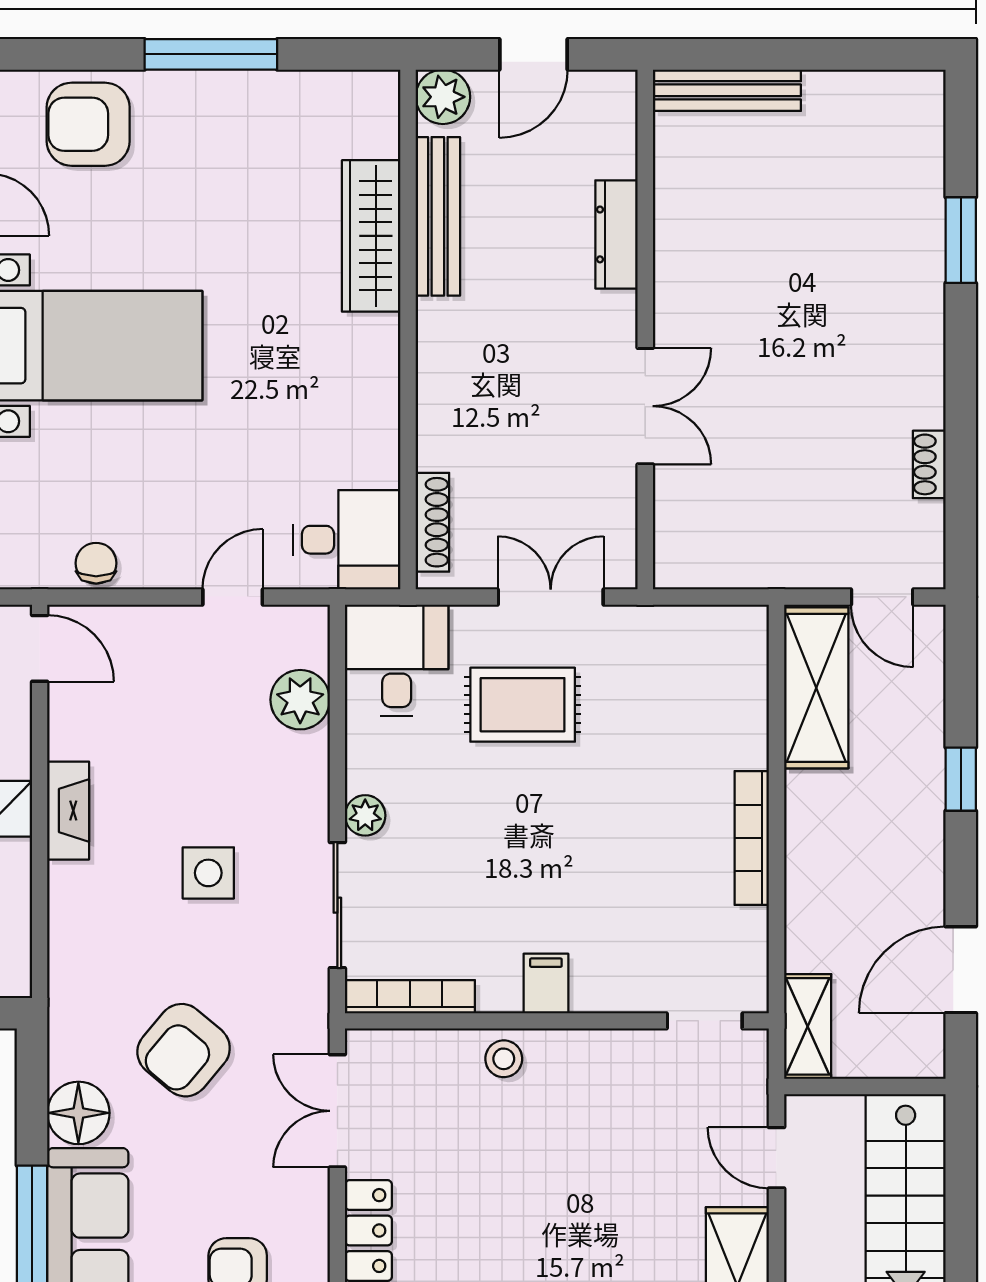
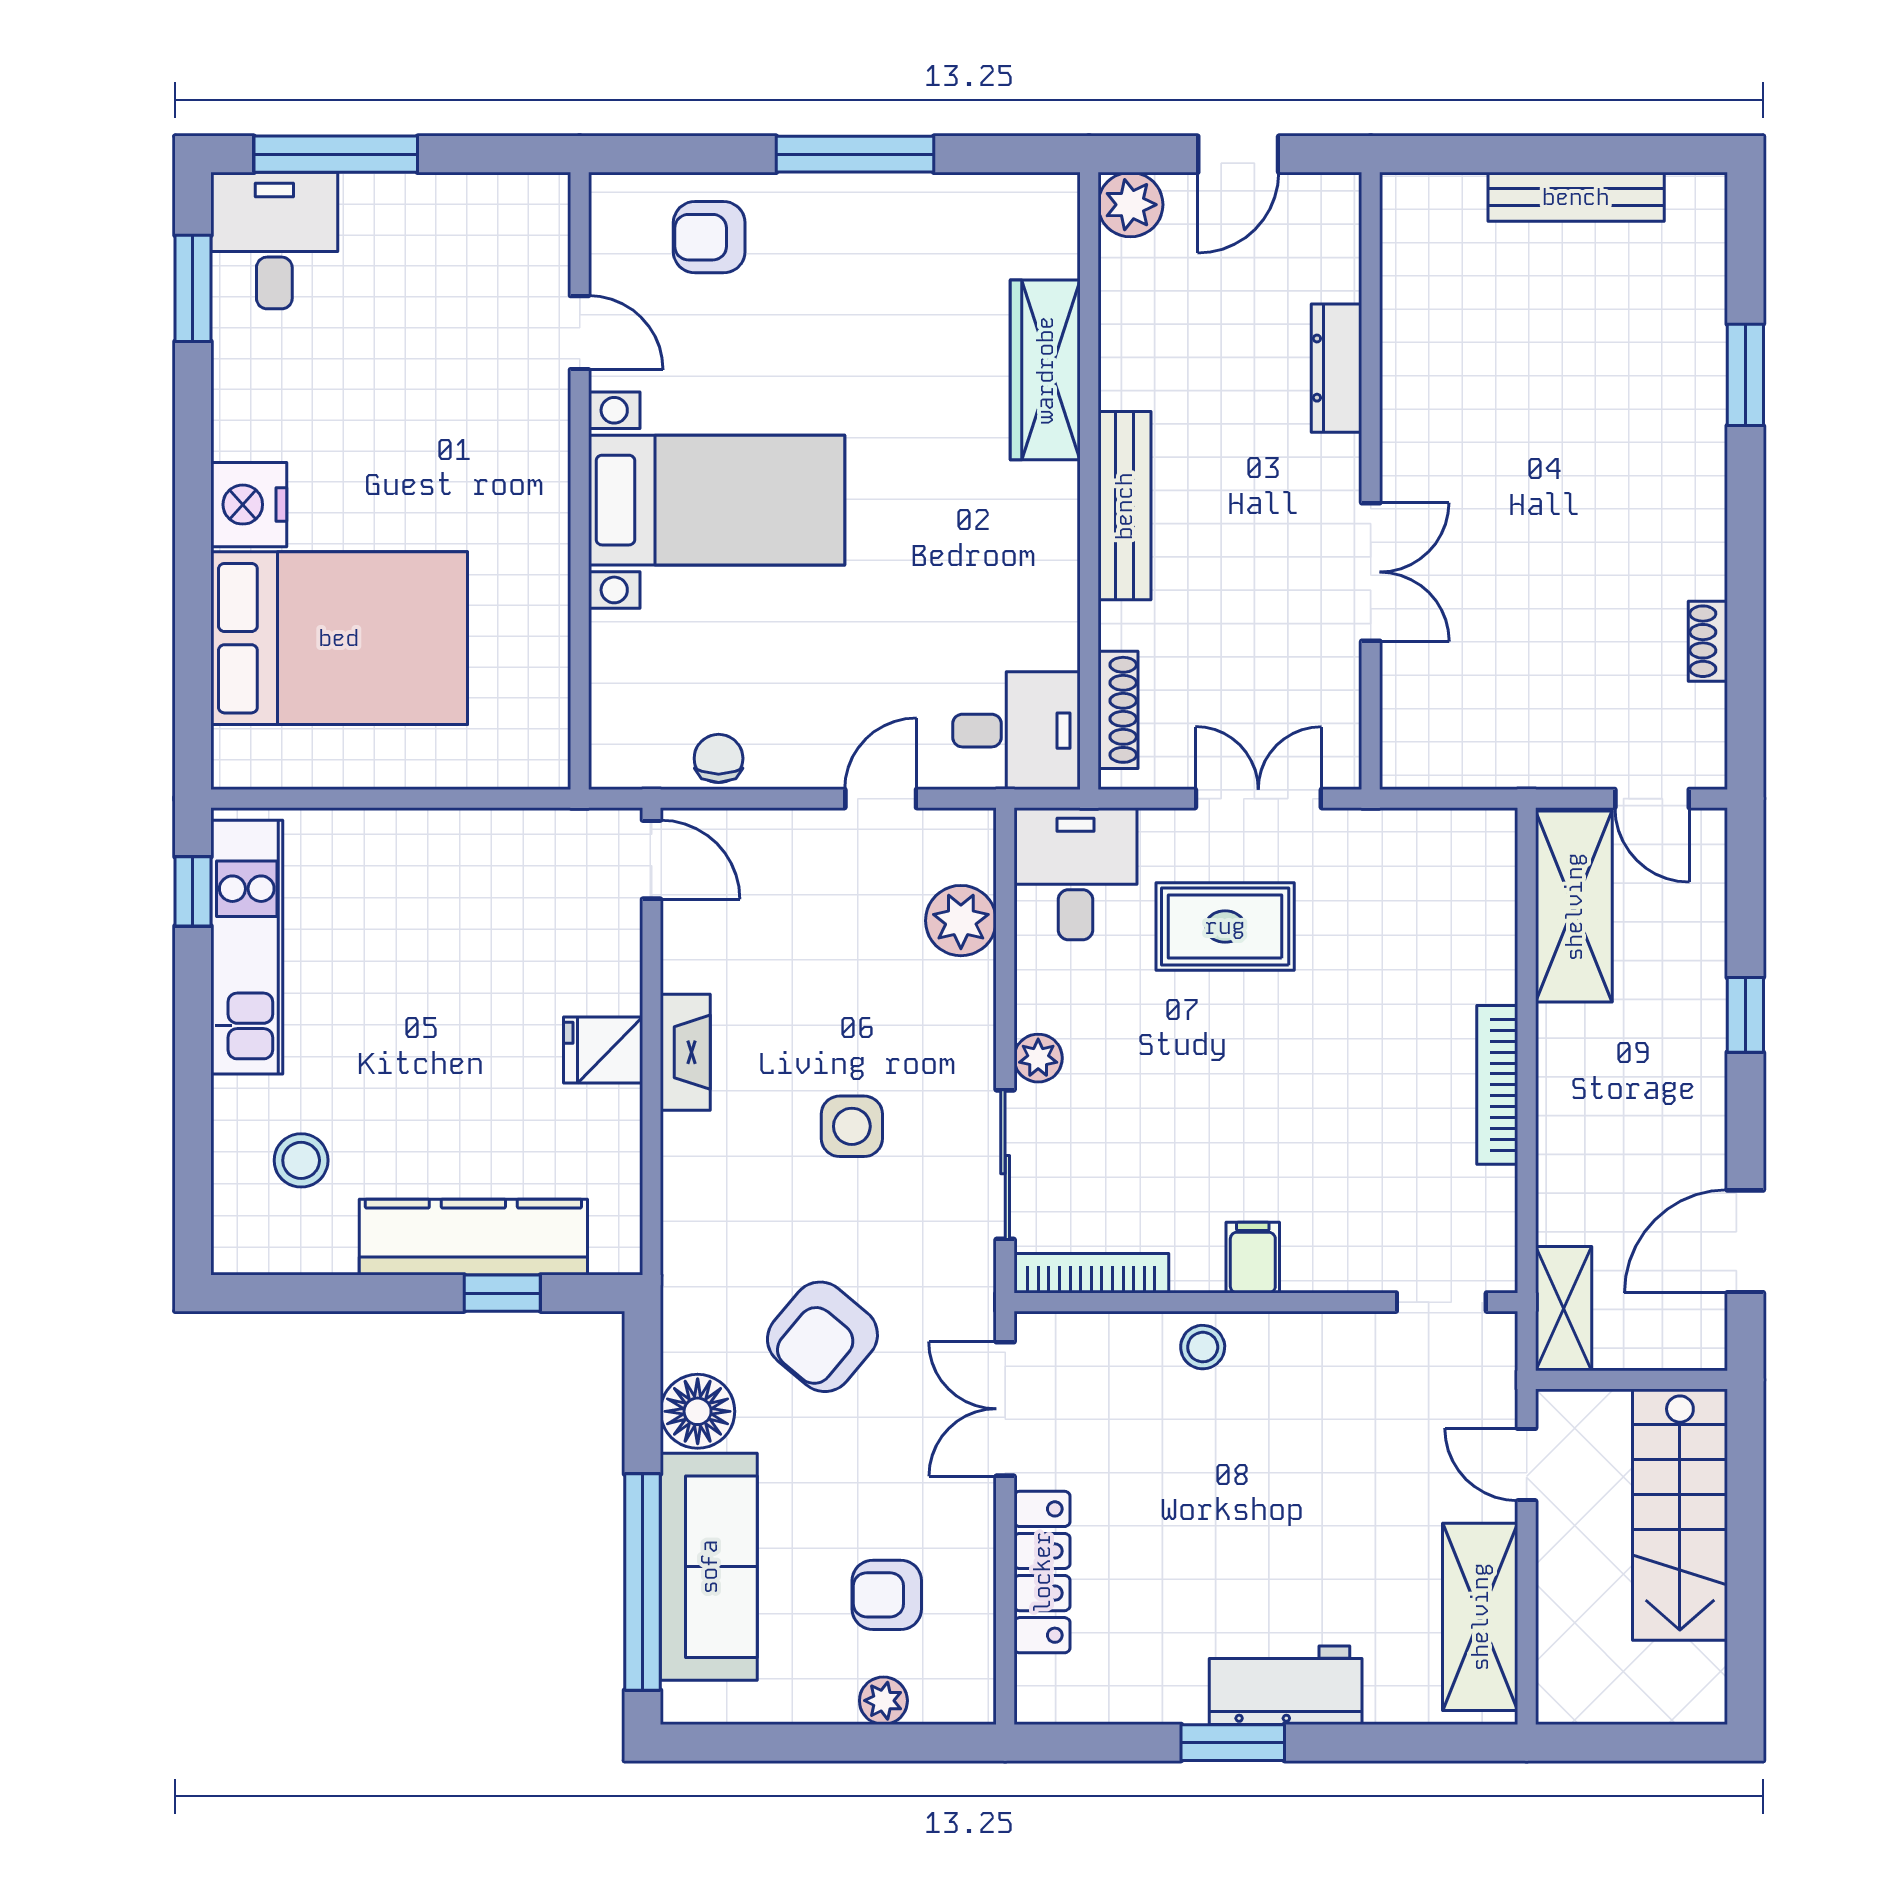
bench: (727, 90) -> (1576, 197), moved
armchair: (88, 124) -> (709, 237), width x0.72, depth x0.72
bench: (438, 216) -> (1124, 506), moved

